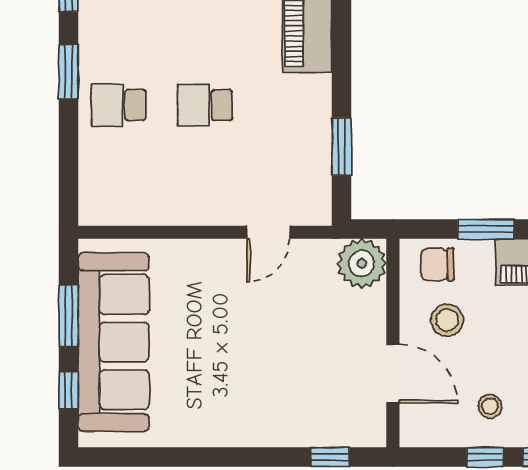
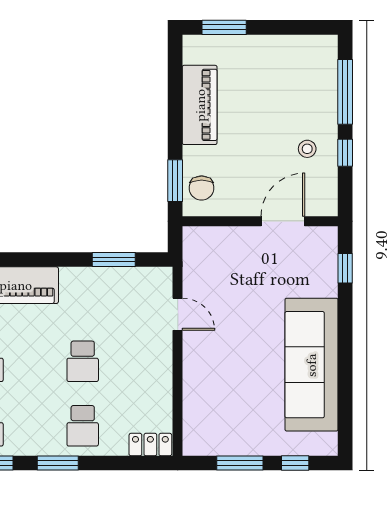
locker: (93, 196) -> (150, 445), added
window: (486, 229) -> (175, 181), moved
plant: (362, 263) -> (201, 244), removed
stool: (447, 320) -> (243, 181), removed
sofa: (114, 342) -> (311, 365), moved, turned -90

